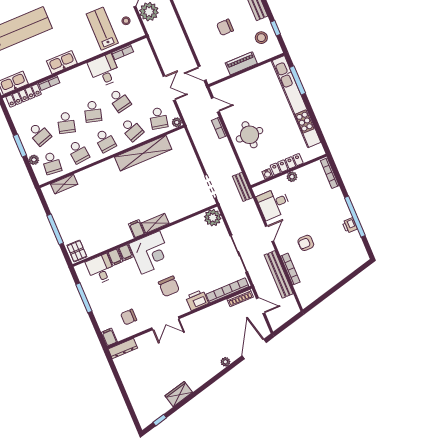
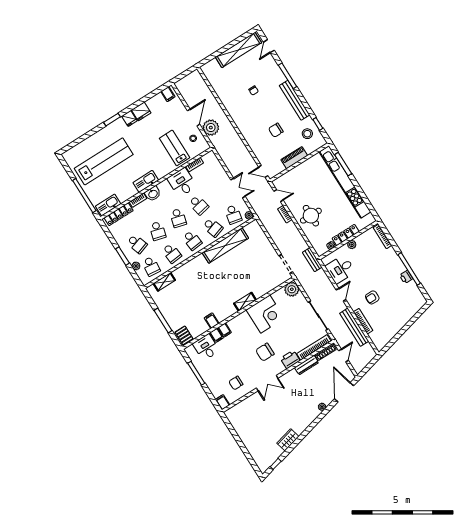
washbasin: (68, 78) -> (153, 194), added
filing cabinet: (137, 229) -> (212, 321), moved
corner desk: (151, 253) -> (265, 314), moved
chair: (169, 286) -> (265, 352), turned 90
door: (261, 306) -> (343, 356), hinge flipped
dresser: (123, 349) -> (307, 365), moved

